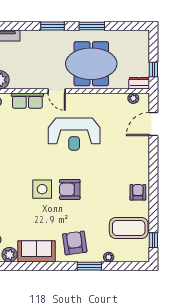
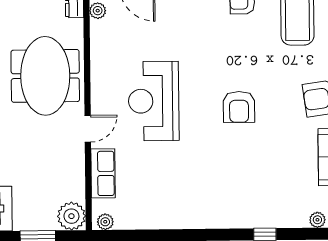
reception desk: (74, 134) -> (154, 101), turned 180
side table: (42, 189) -> (239, 149), removed

